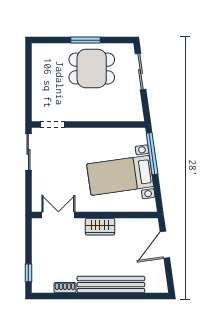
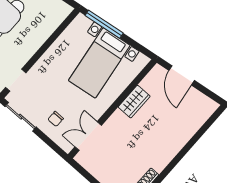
chair: (50, 180) -> (56, 119), added
wardrobe: (100, 227) -> (134, 102), moved
bench: (111, 285) -> (176, 143), removed

